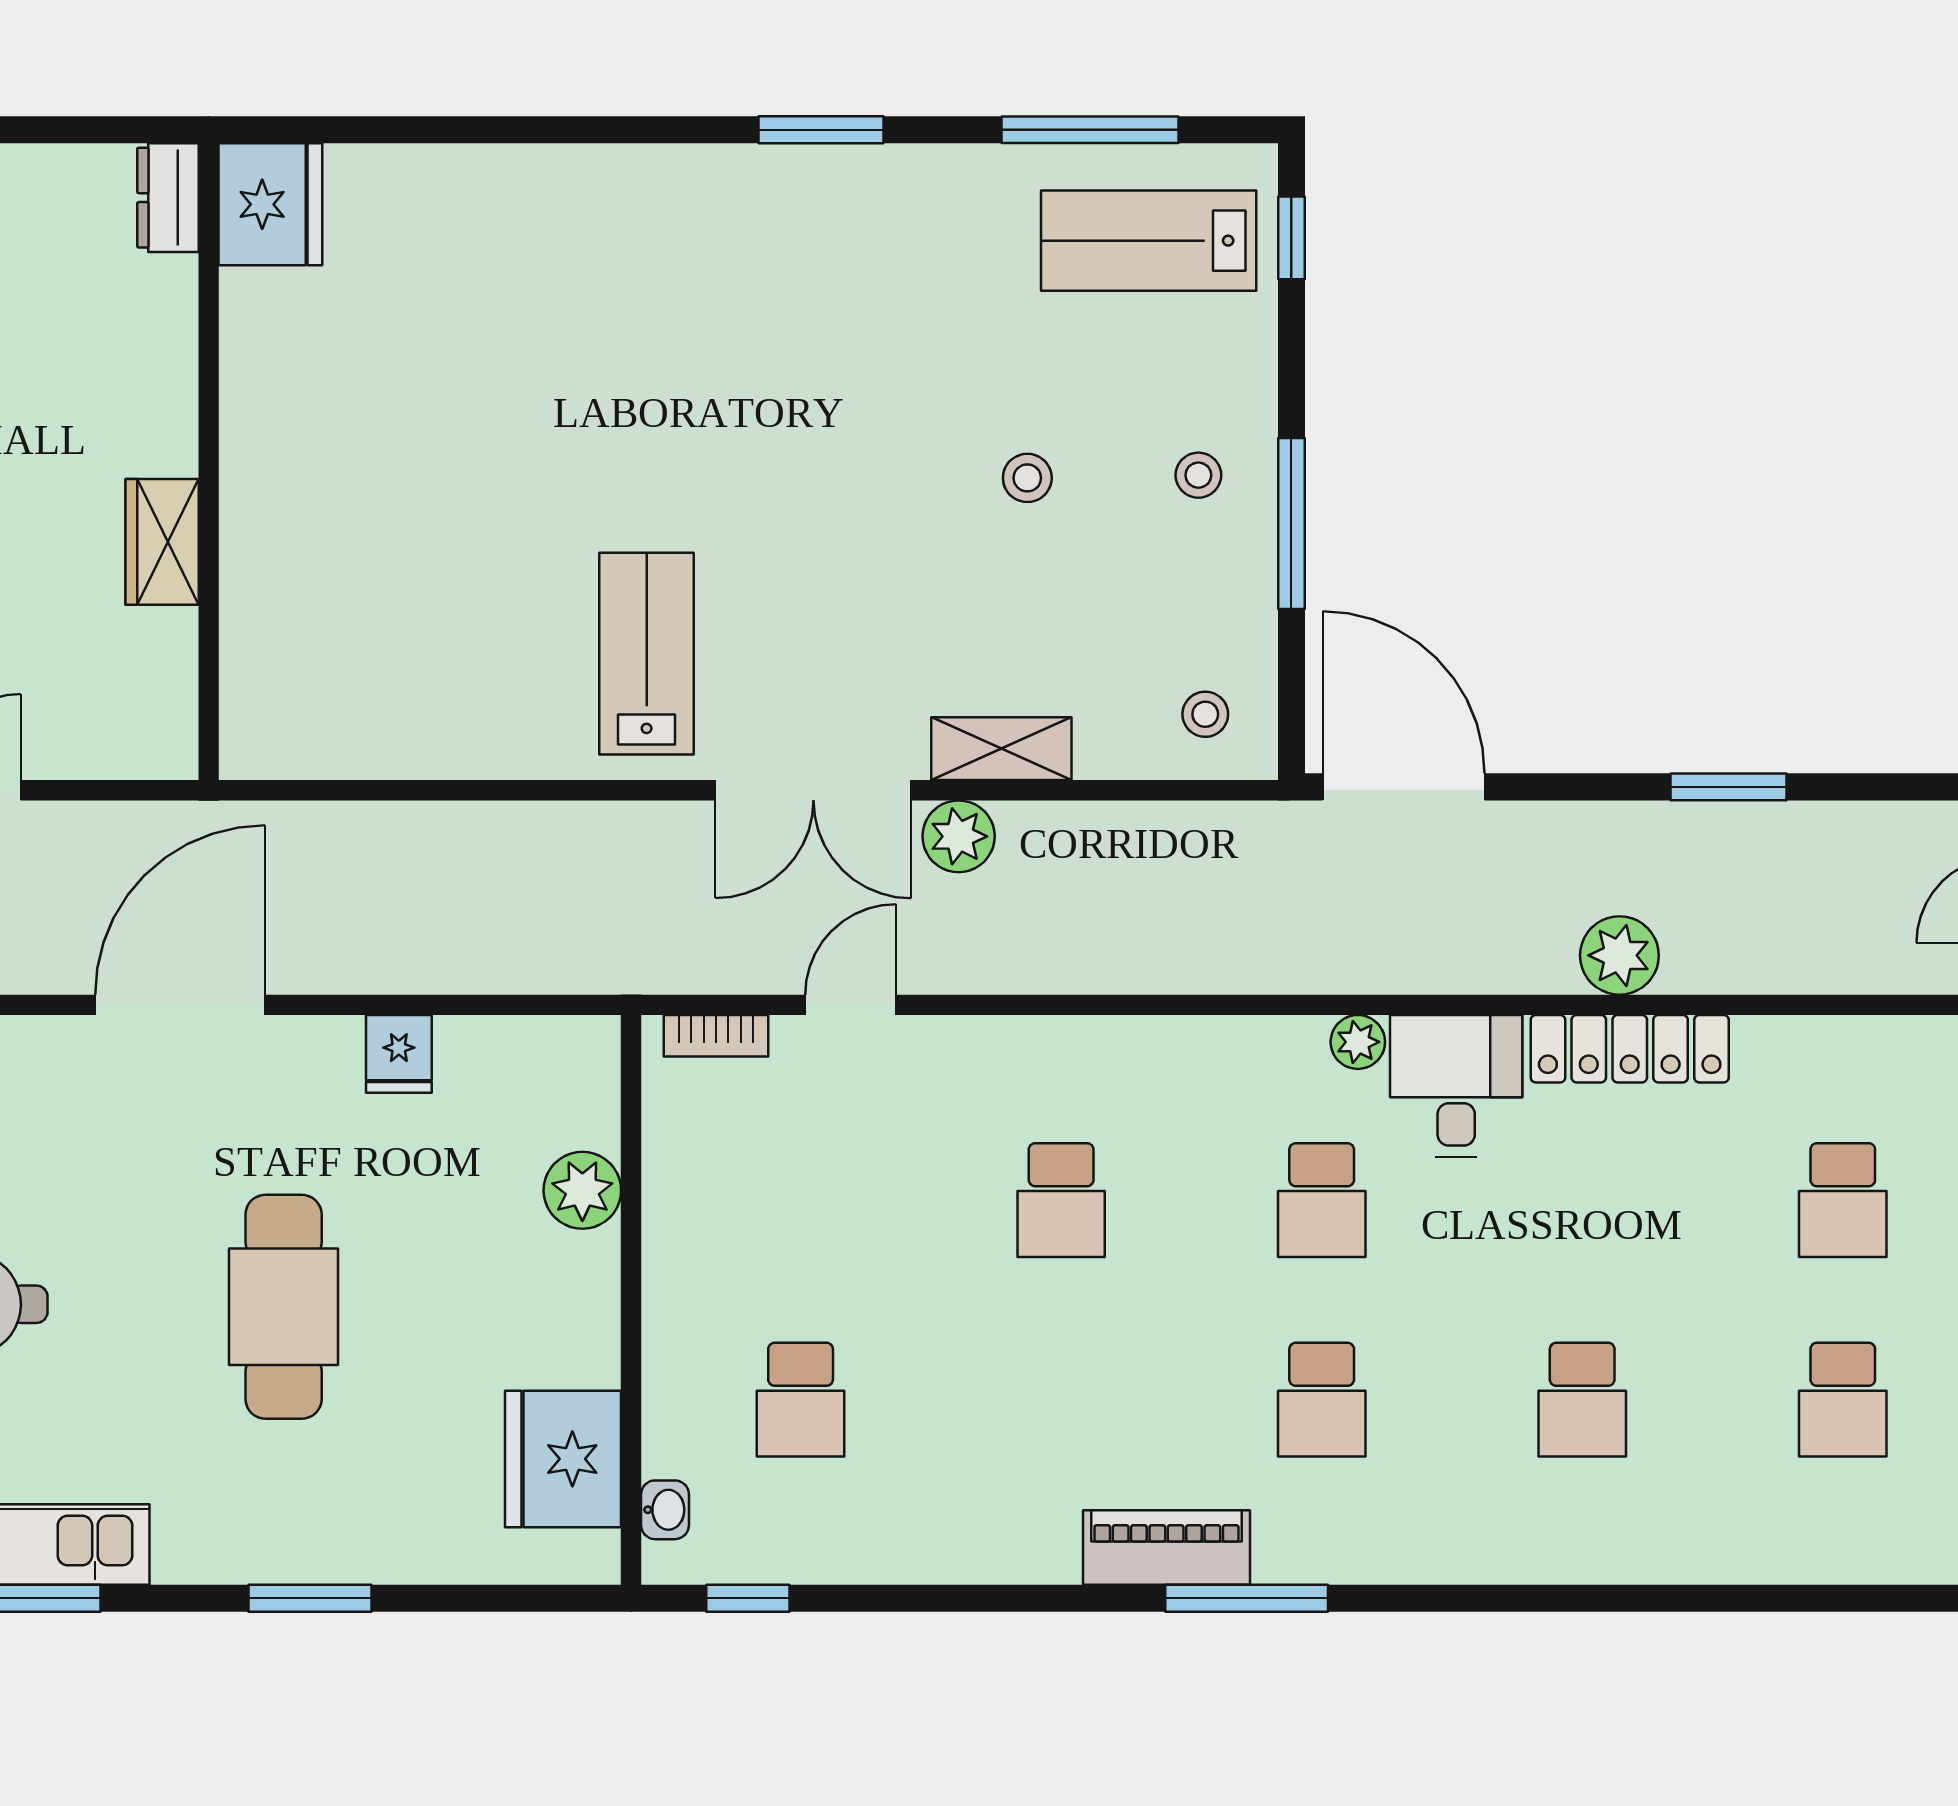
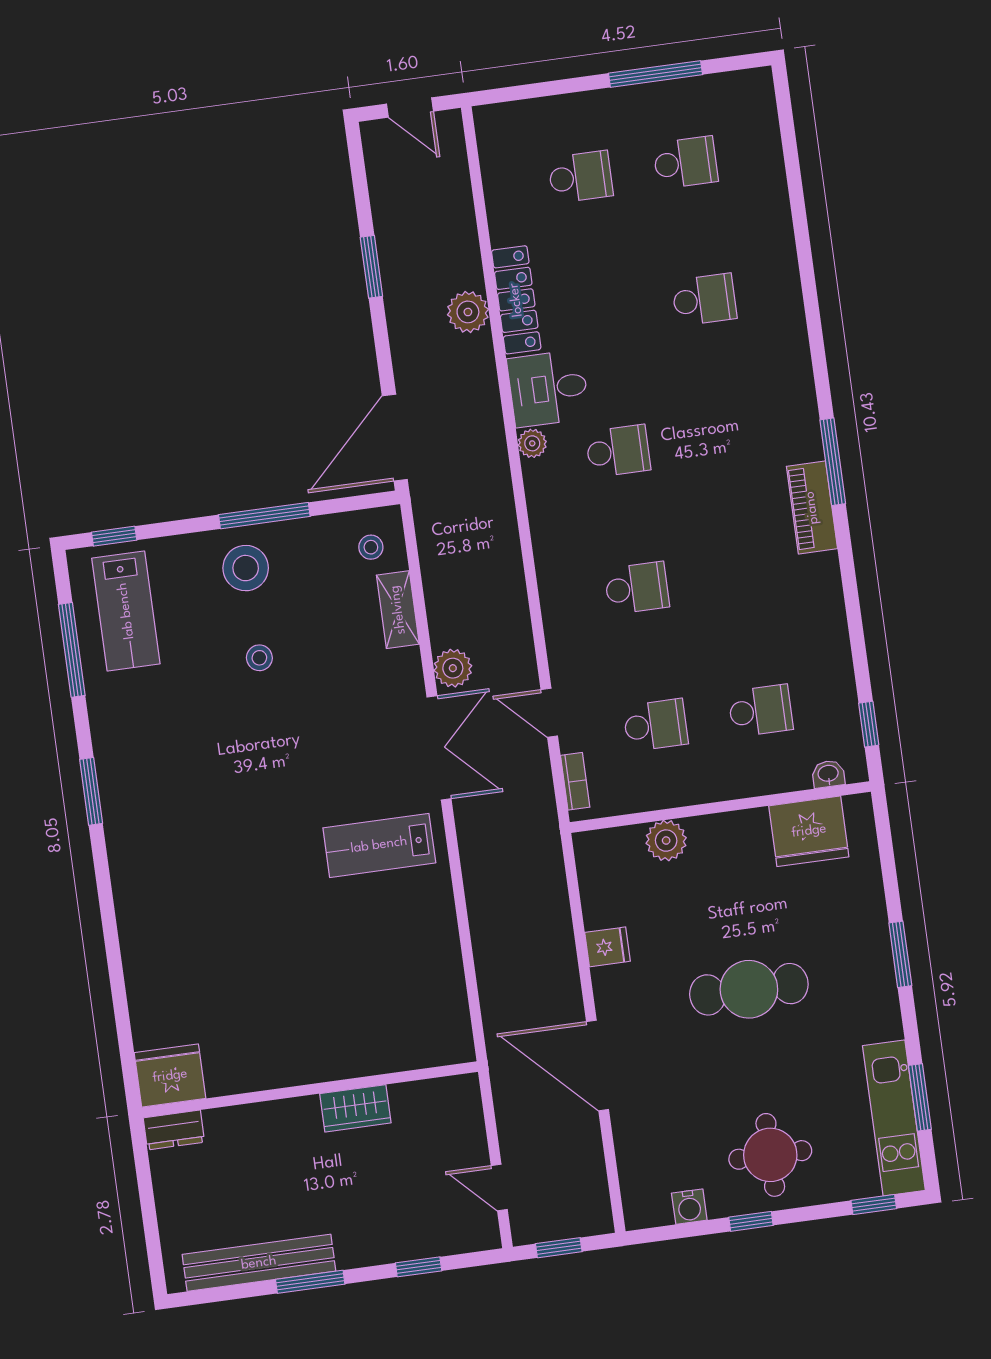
stool: (1198, 475) -> (246, 568), width x1.89, depth x1.89
shelving: (1001, 749) -> (398, 610), moved
school desk: (1322, 1400) -> (656, 725), moved

